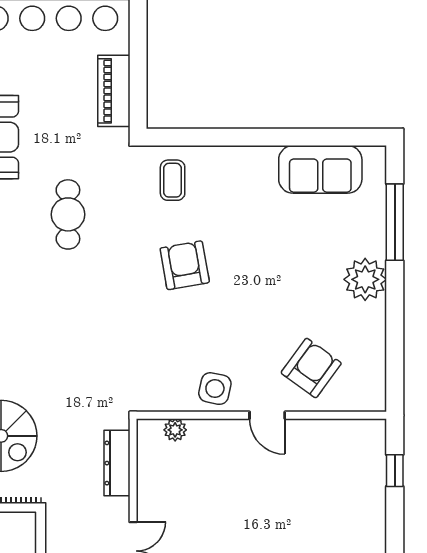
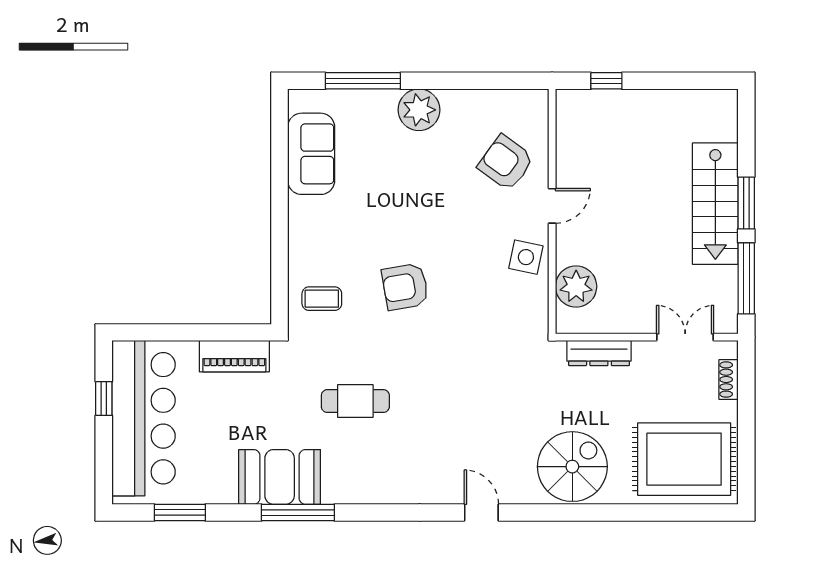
plant: (175, 430) -> (576, 286), width x1.88, depth x1.88

